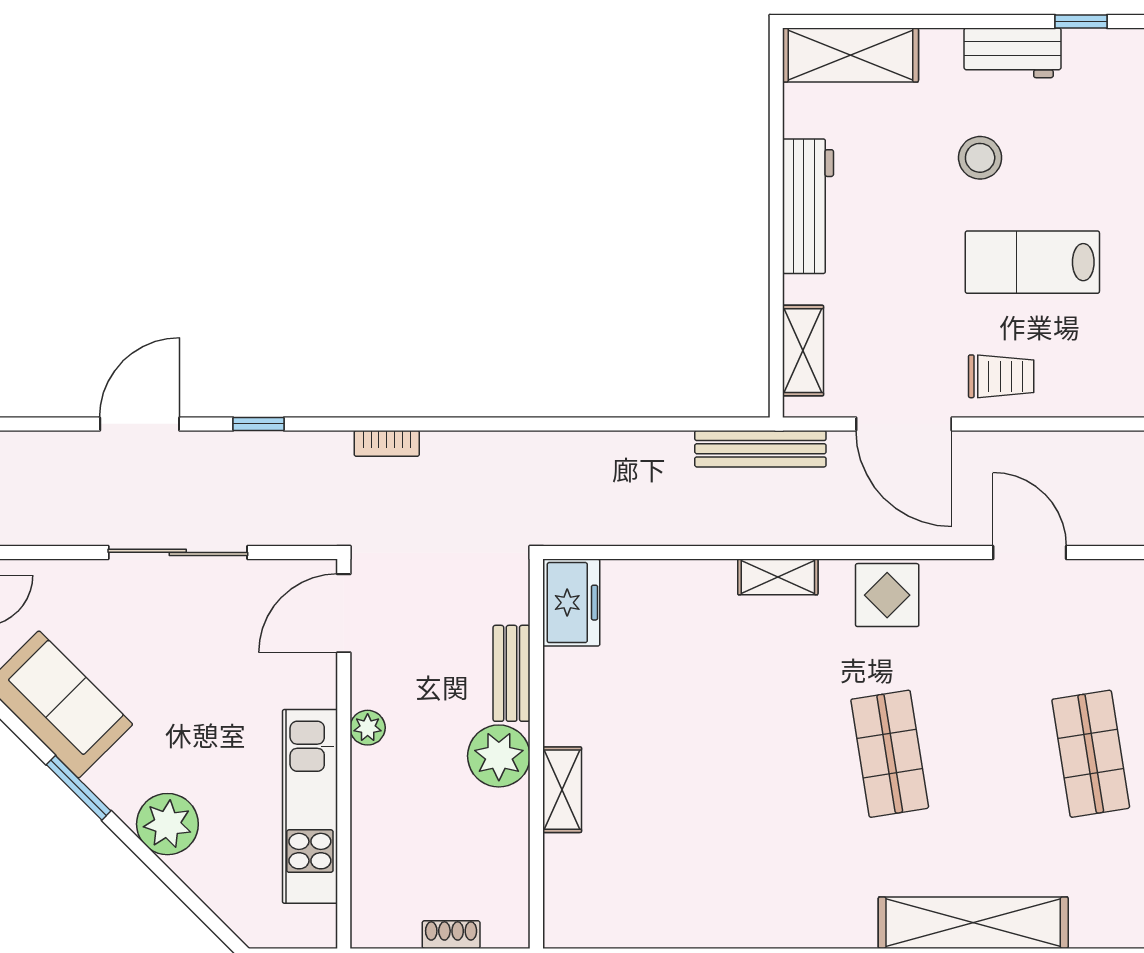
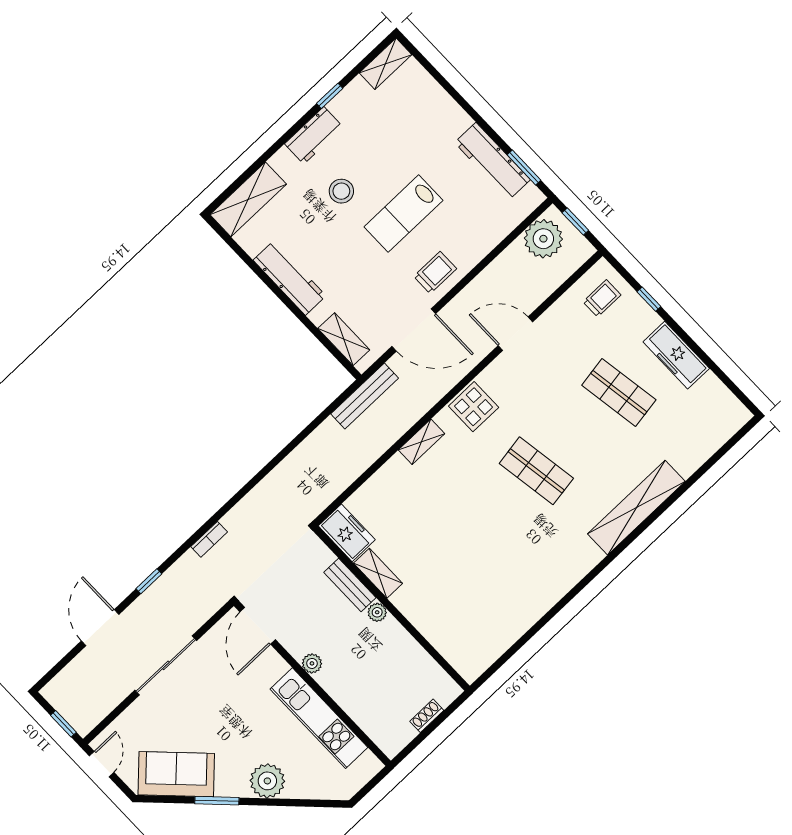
plant: (499, 756) -> (377, 612), width x0.53, depth x0.53
shelving: (562, 790) -> (378, 573), moved

